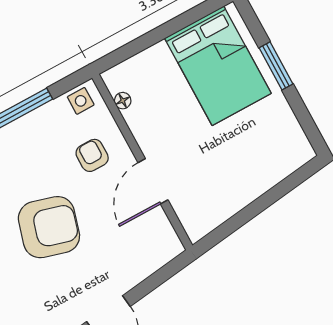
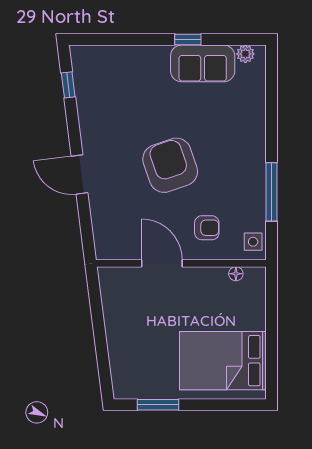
window: (276, 66) -> (158, 405), moved
armchair: (49, 227) -> (170, 165), turned 145

